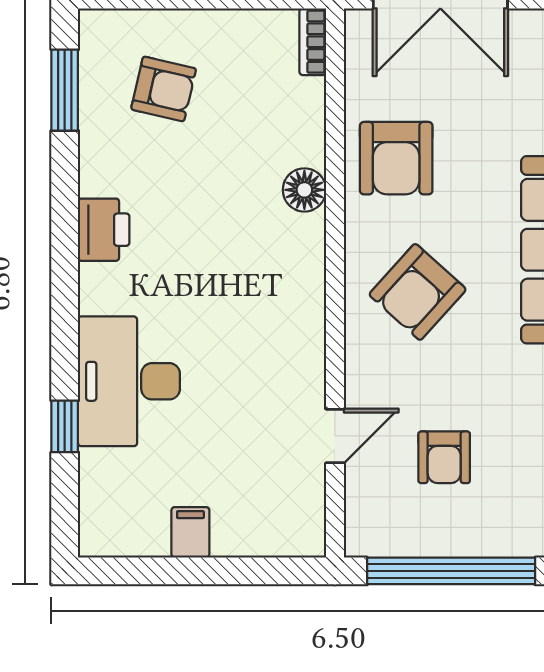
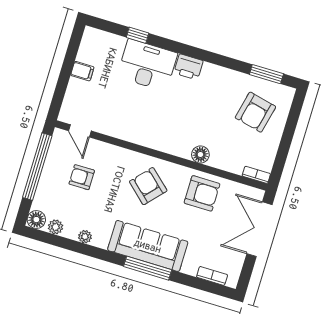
armchair: (164, 89) -> (255, 112), width x1.38, depth x1.38
armchair: (396, 158) -> (202, 193), turned 180
printer: (104, 230) -> (188, 67), moved
door: (335, 436) -> (80, 131), moved

